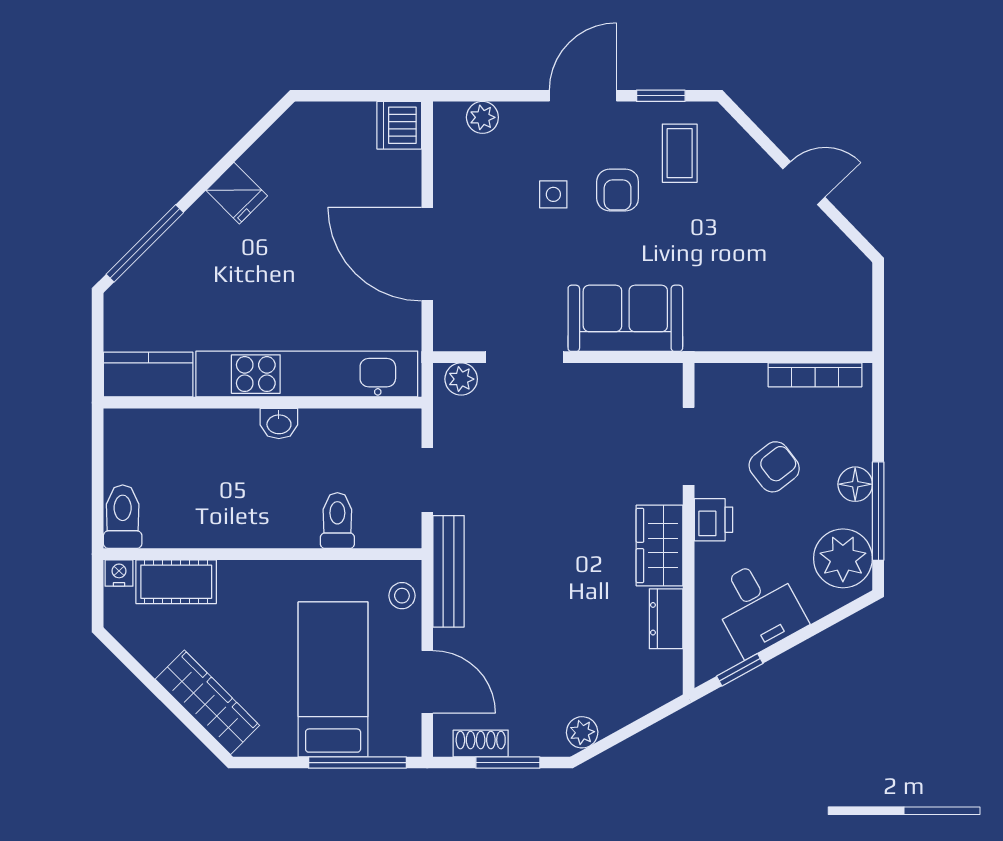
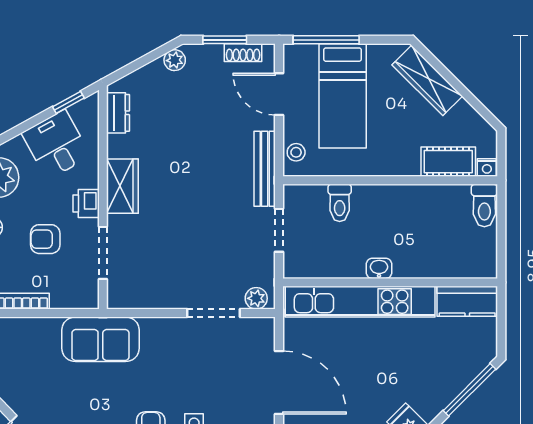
sofa: (625, 318) -> (100, 339), moved
armchair: (774, 467) -> (45, 239), turned 38
dresser: (666, 619) -> (118, 113), moved

